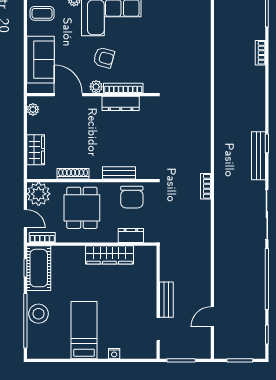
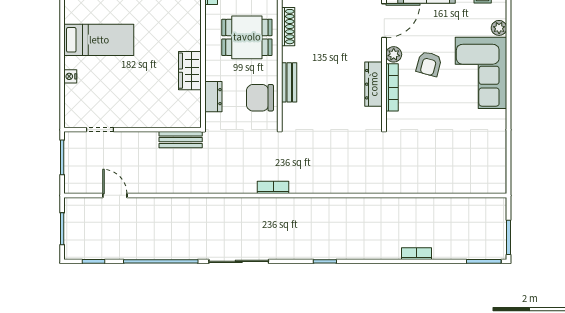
bookcase: (260, 53) -> (417, 254), moved
bench: (259, 156) -> (310, 251), removed
wardrobe: (109, 255) -> (190, 71), width x0.67
bench: (166, 300) -> (181, 140), moved

